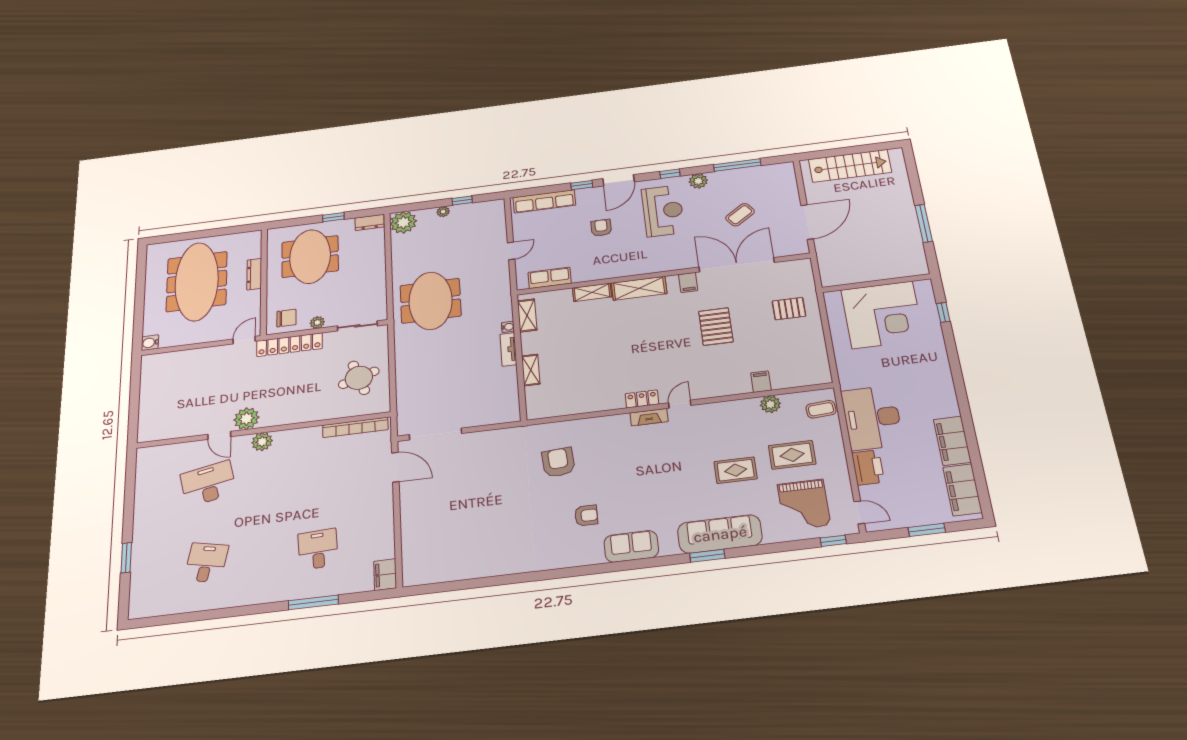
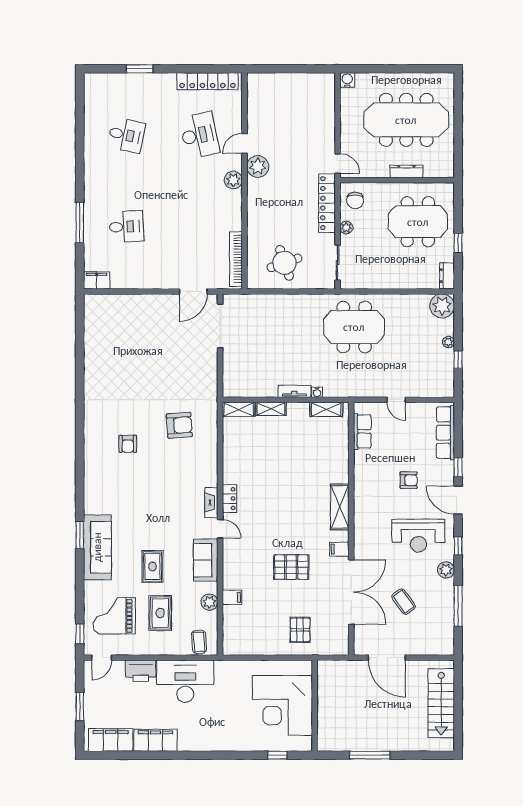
shelving: (592, 292) -> (239, 409), moved, turned 90
locker: (145, 483) -> (208, 81), added
sofa: (631, 546) -> (206, 560), moved, turned 180

